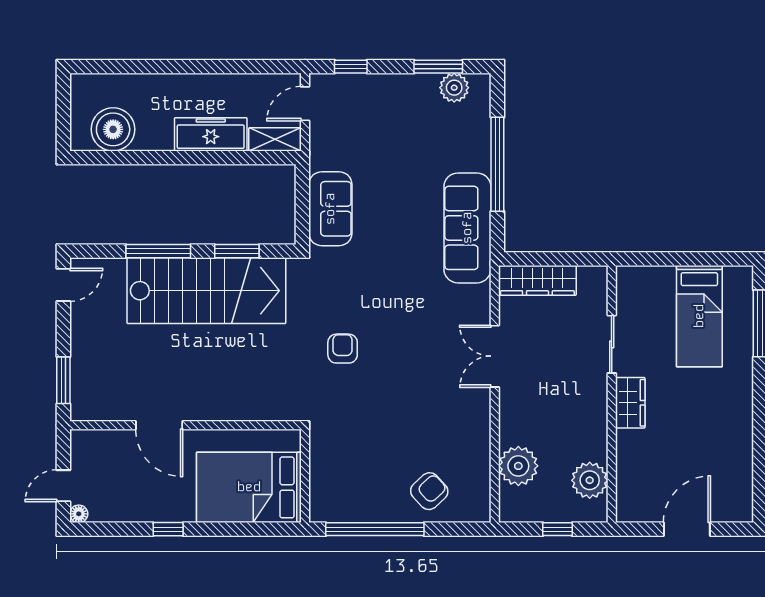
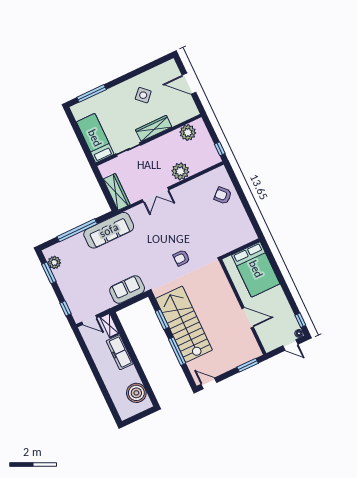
bed: (699, 316) -> (95, 138), moved, turned -90
wardrobe: (630, 403) -> (154, 128), width x1.50
door: (159, 425) -> (248, 318), hinge flipped
side table: (707, 426) -> (143, 95), added
plant: (518, 466) -> (180, 171), moved
window: (168, 529) -> (300, 320), moved
window: (375, 529) -> (249, 210), removed
window: (558, 529) -> (220, 149), moved

